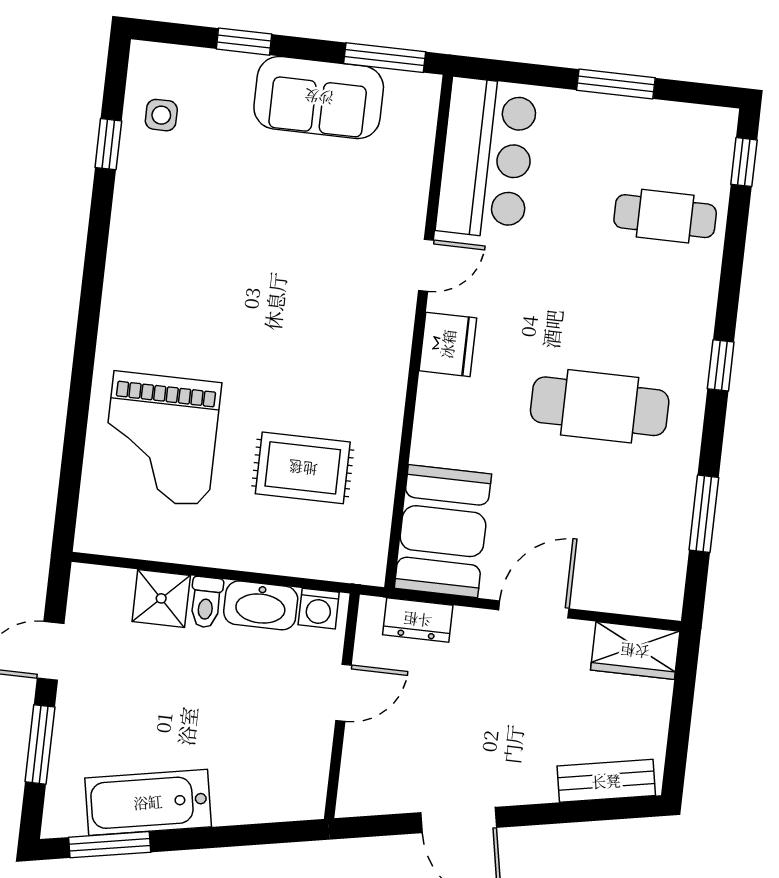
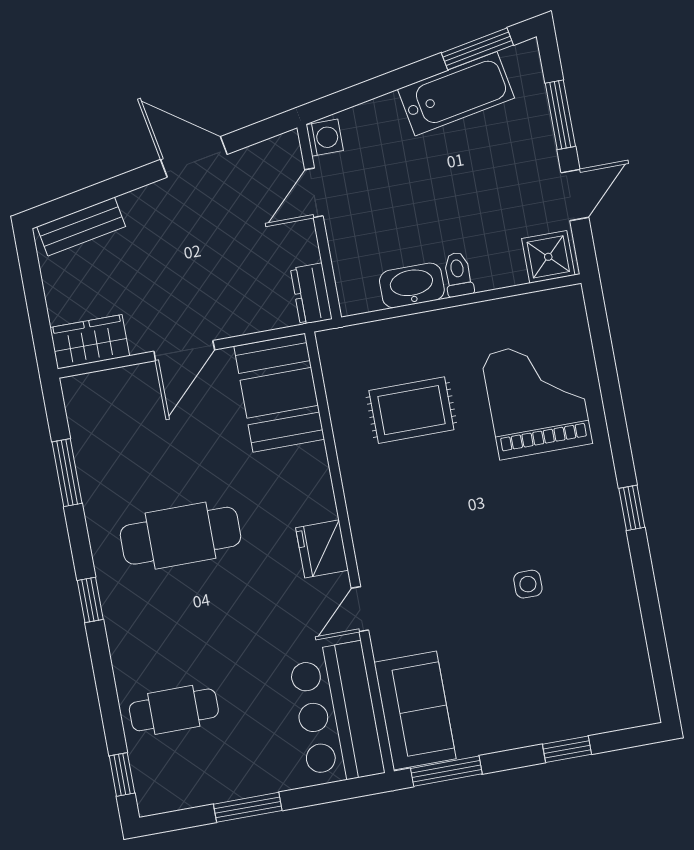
sofa: (319, 97) -> (415, 711), moved, turned 90
side table: (161, 115) -> (528, 584), moved
window: (108, 144) -> (632, 508), moved
shower: (161, 598) -> (548, 257), moved
washing machine: (319, 609) -> (325, 138), moved, turned 90
dresser: (418, 620) -> (311, 294), moved, turned -90
door: (343, 693) -> (314, 193), moved

